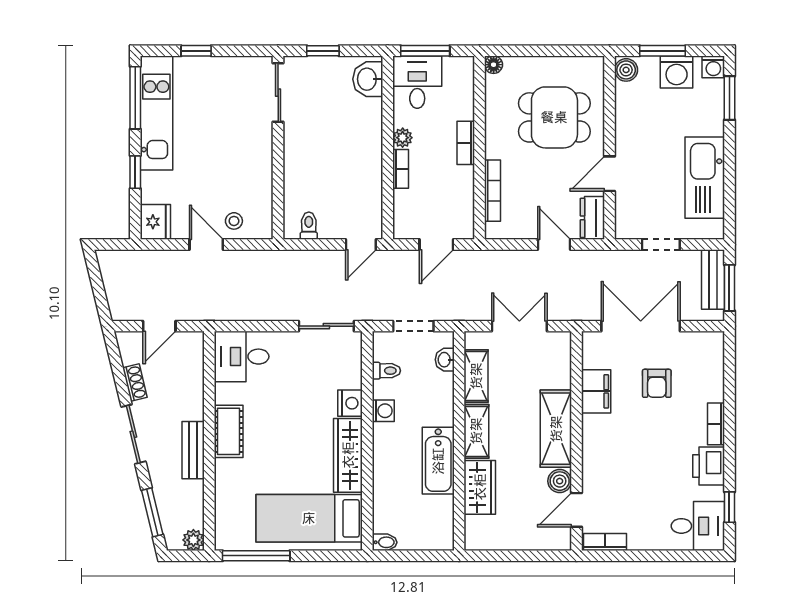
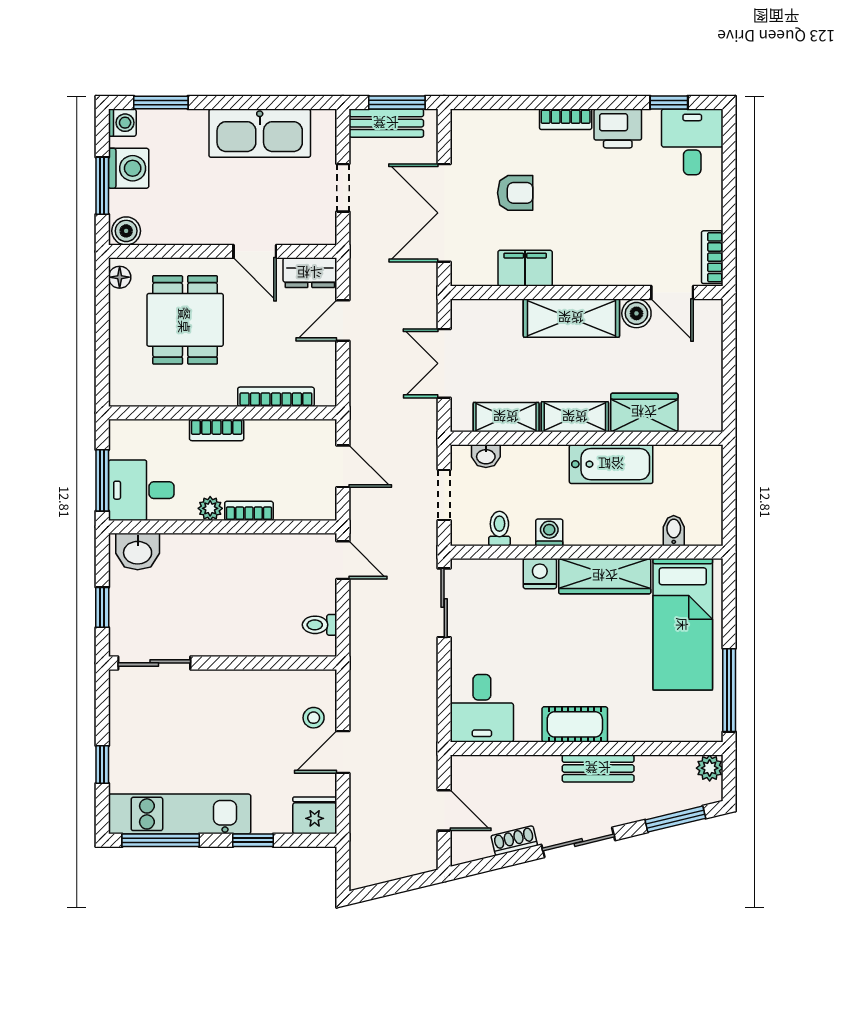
floor lamp: (494, 65) -> (120, 277), moved
bidet: (385, 542) -> (674, 531), moved

